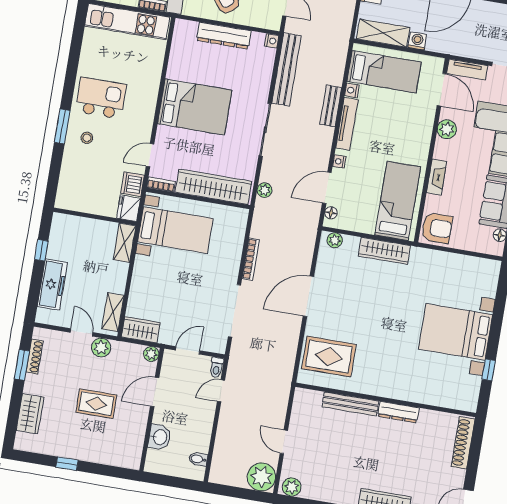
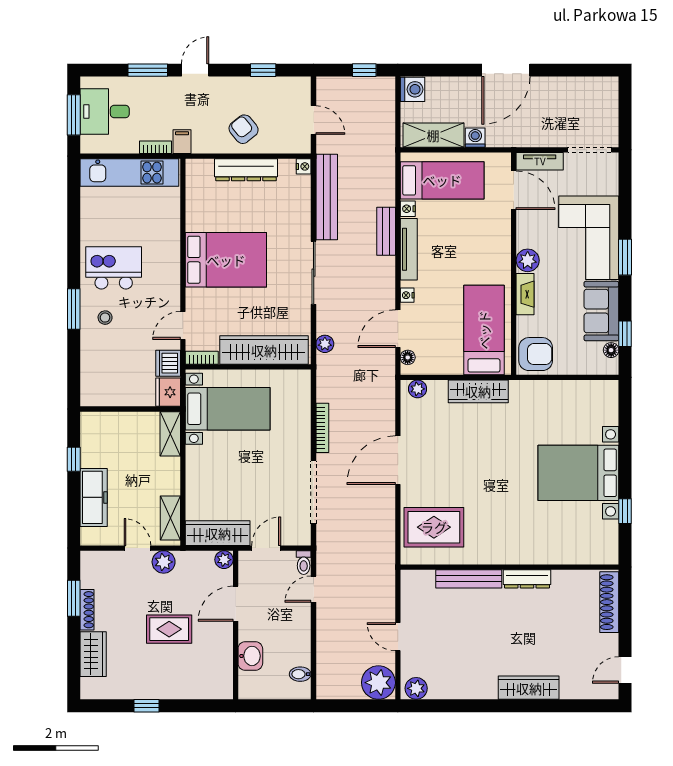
plant: (447, 129) -> (528, 260), moved
wardrobe: (141, 330) -> (218, 533), width x1.50
shoe rack: (35, 357) -> (87, 610), moved

